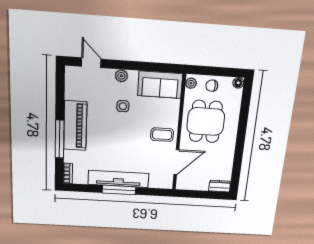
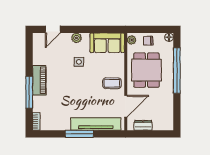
door: (91, 63) -> (53, 29), swing flipped
window: (242, 124) -> (177, 70), added
piano: (75, 126) -> (39, 80), width x0.73, depth x0.75
tv unit: (118, 179) -> (96, 124), moved
dresser: (220, 186) -> (143, 125), moved

